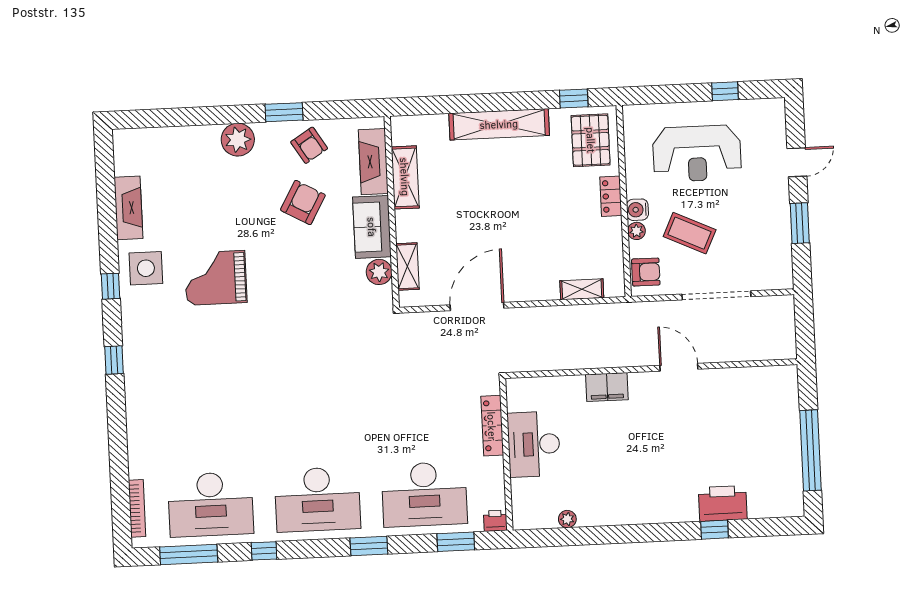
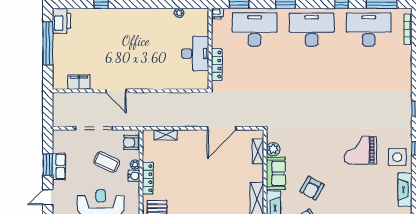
locker: (611, 196) -> (148, 178), width x1.53
row of seats: (779, 221) -> (59, 167), added
grand piano: (216, 278) -> (360, 150), turned 180
filing cabinet: (607, 387) -> (79, 82), moved
printer: (723, 503) -> (62, 21), moved, turned -90

